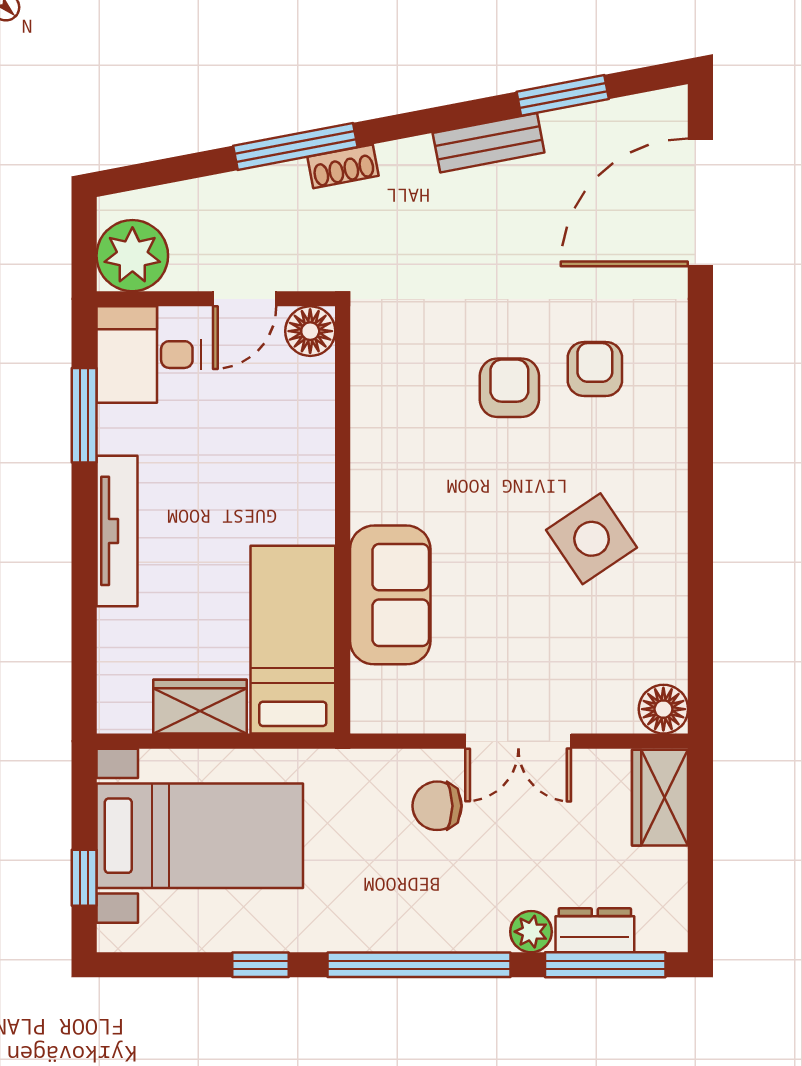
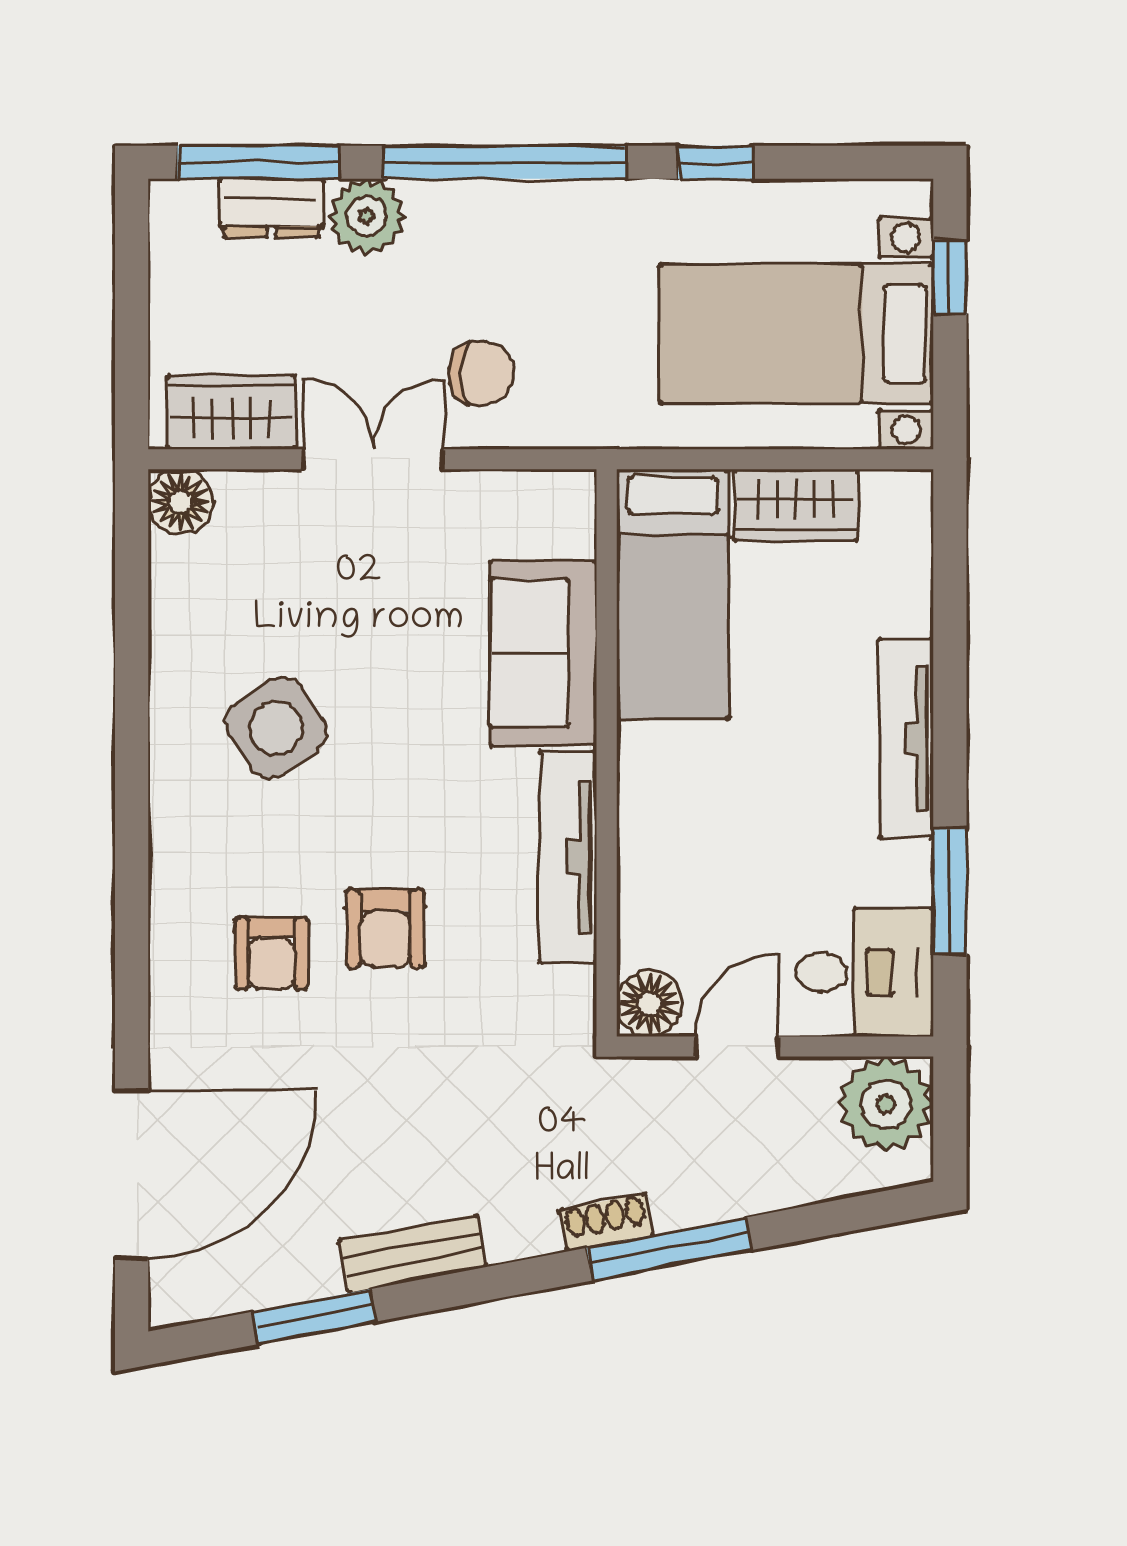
tv unit: (372, 442) -> (568, 857), added
wardrobe: (660, 798) -> (231, 412), moved, turned -90
plant: (531, 932) -> (367, 216), width x1.38, depth x1.38

